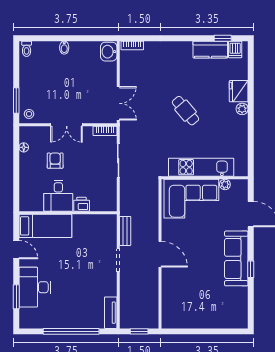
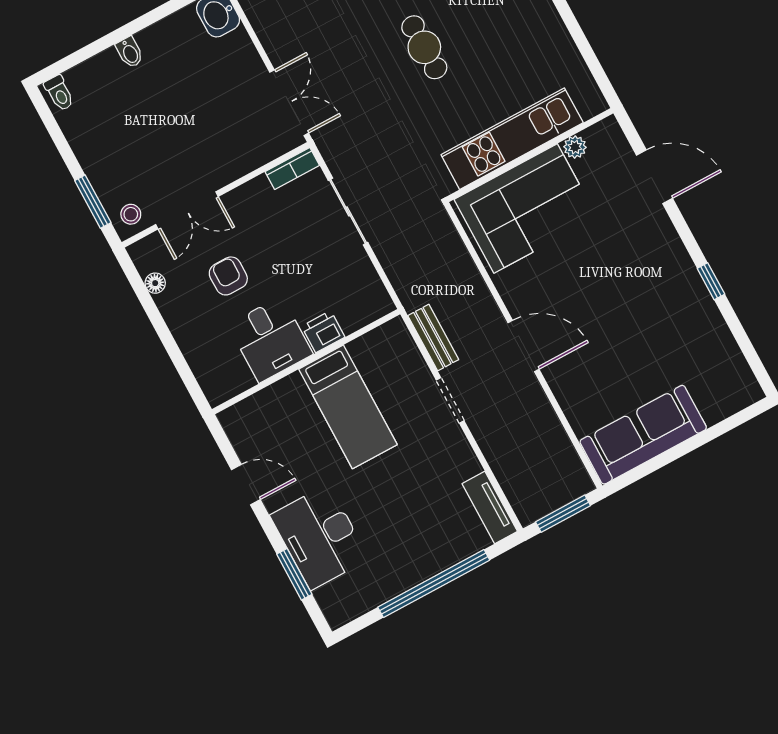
cafe table: (185, 111) -> (424, 47), turned 40
double door: (67, 125) -> (187, 210), moved
bed: (45, 226) -> (348, 407), moved, turned 90
sofa: (236, 258) -> (643, 435), moved, turned 90
window: (139, 331) -> (563, 514), width x1.50

